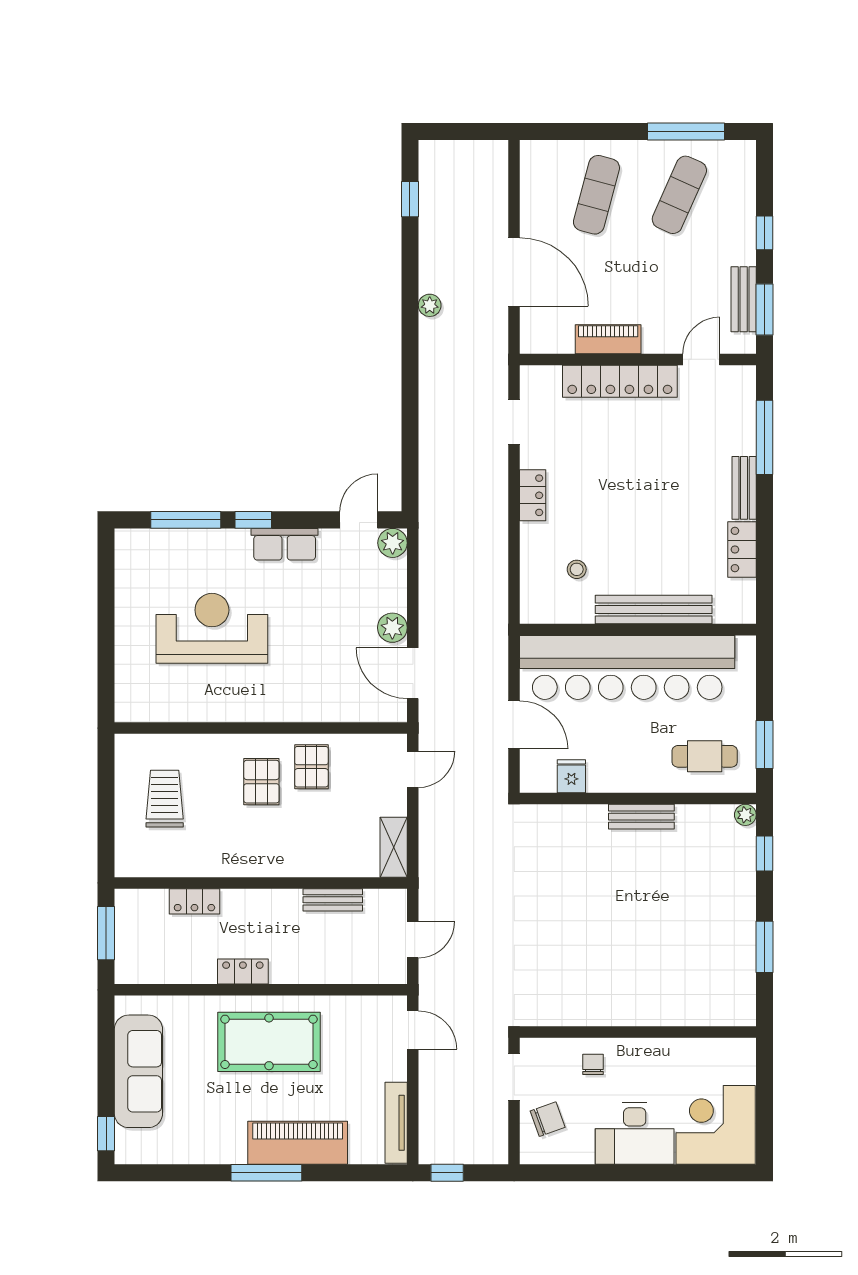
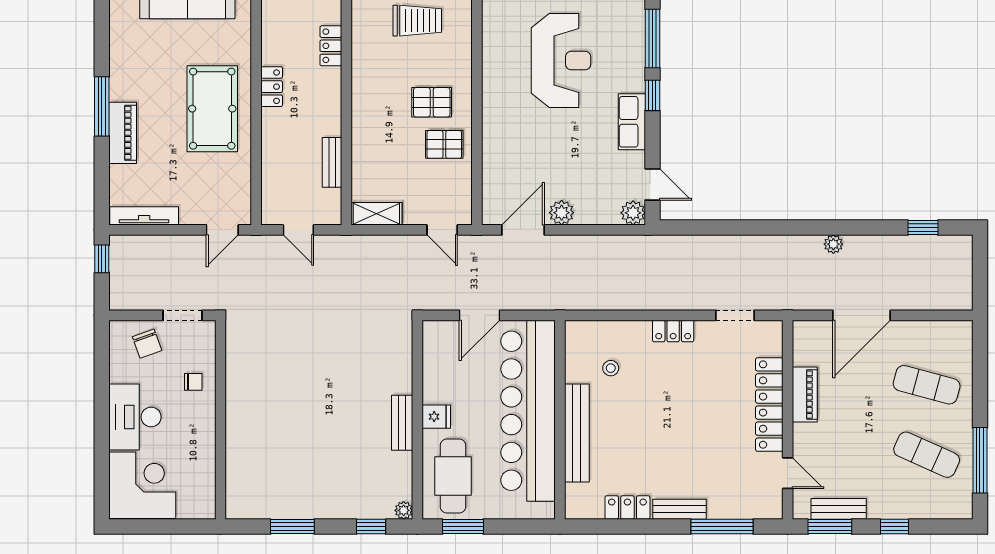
cafe table: (705, 756) -> (453, 476), width x1.37, depth x1.35
fridge: (571, 776) -> (436, 417), moved
piano: (298, 1143) -> (123, 133), width x0.73, depth x0.75

